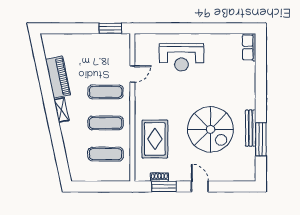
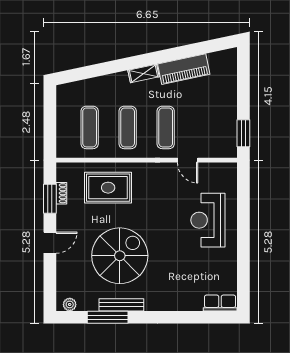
spiral stairs: (211, 129) -> (120, 256), turned 180
plant: (250, 170) -> (70, 304), added

